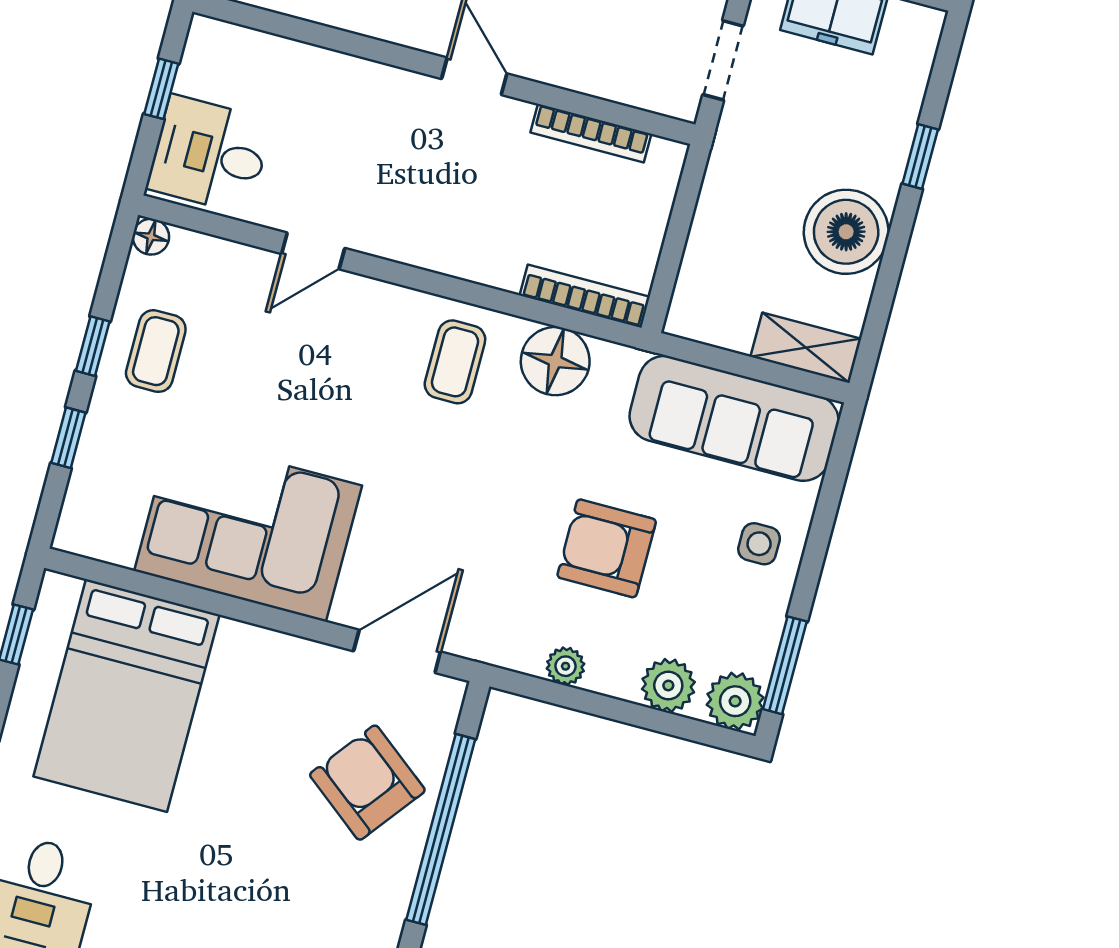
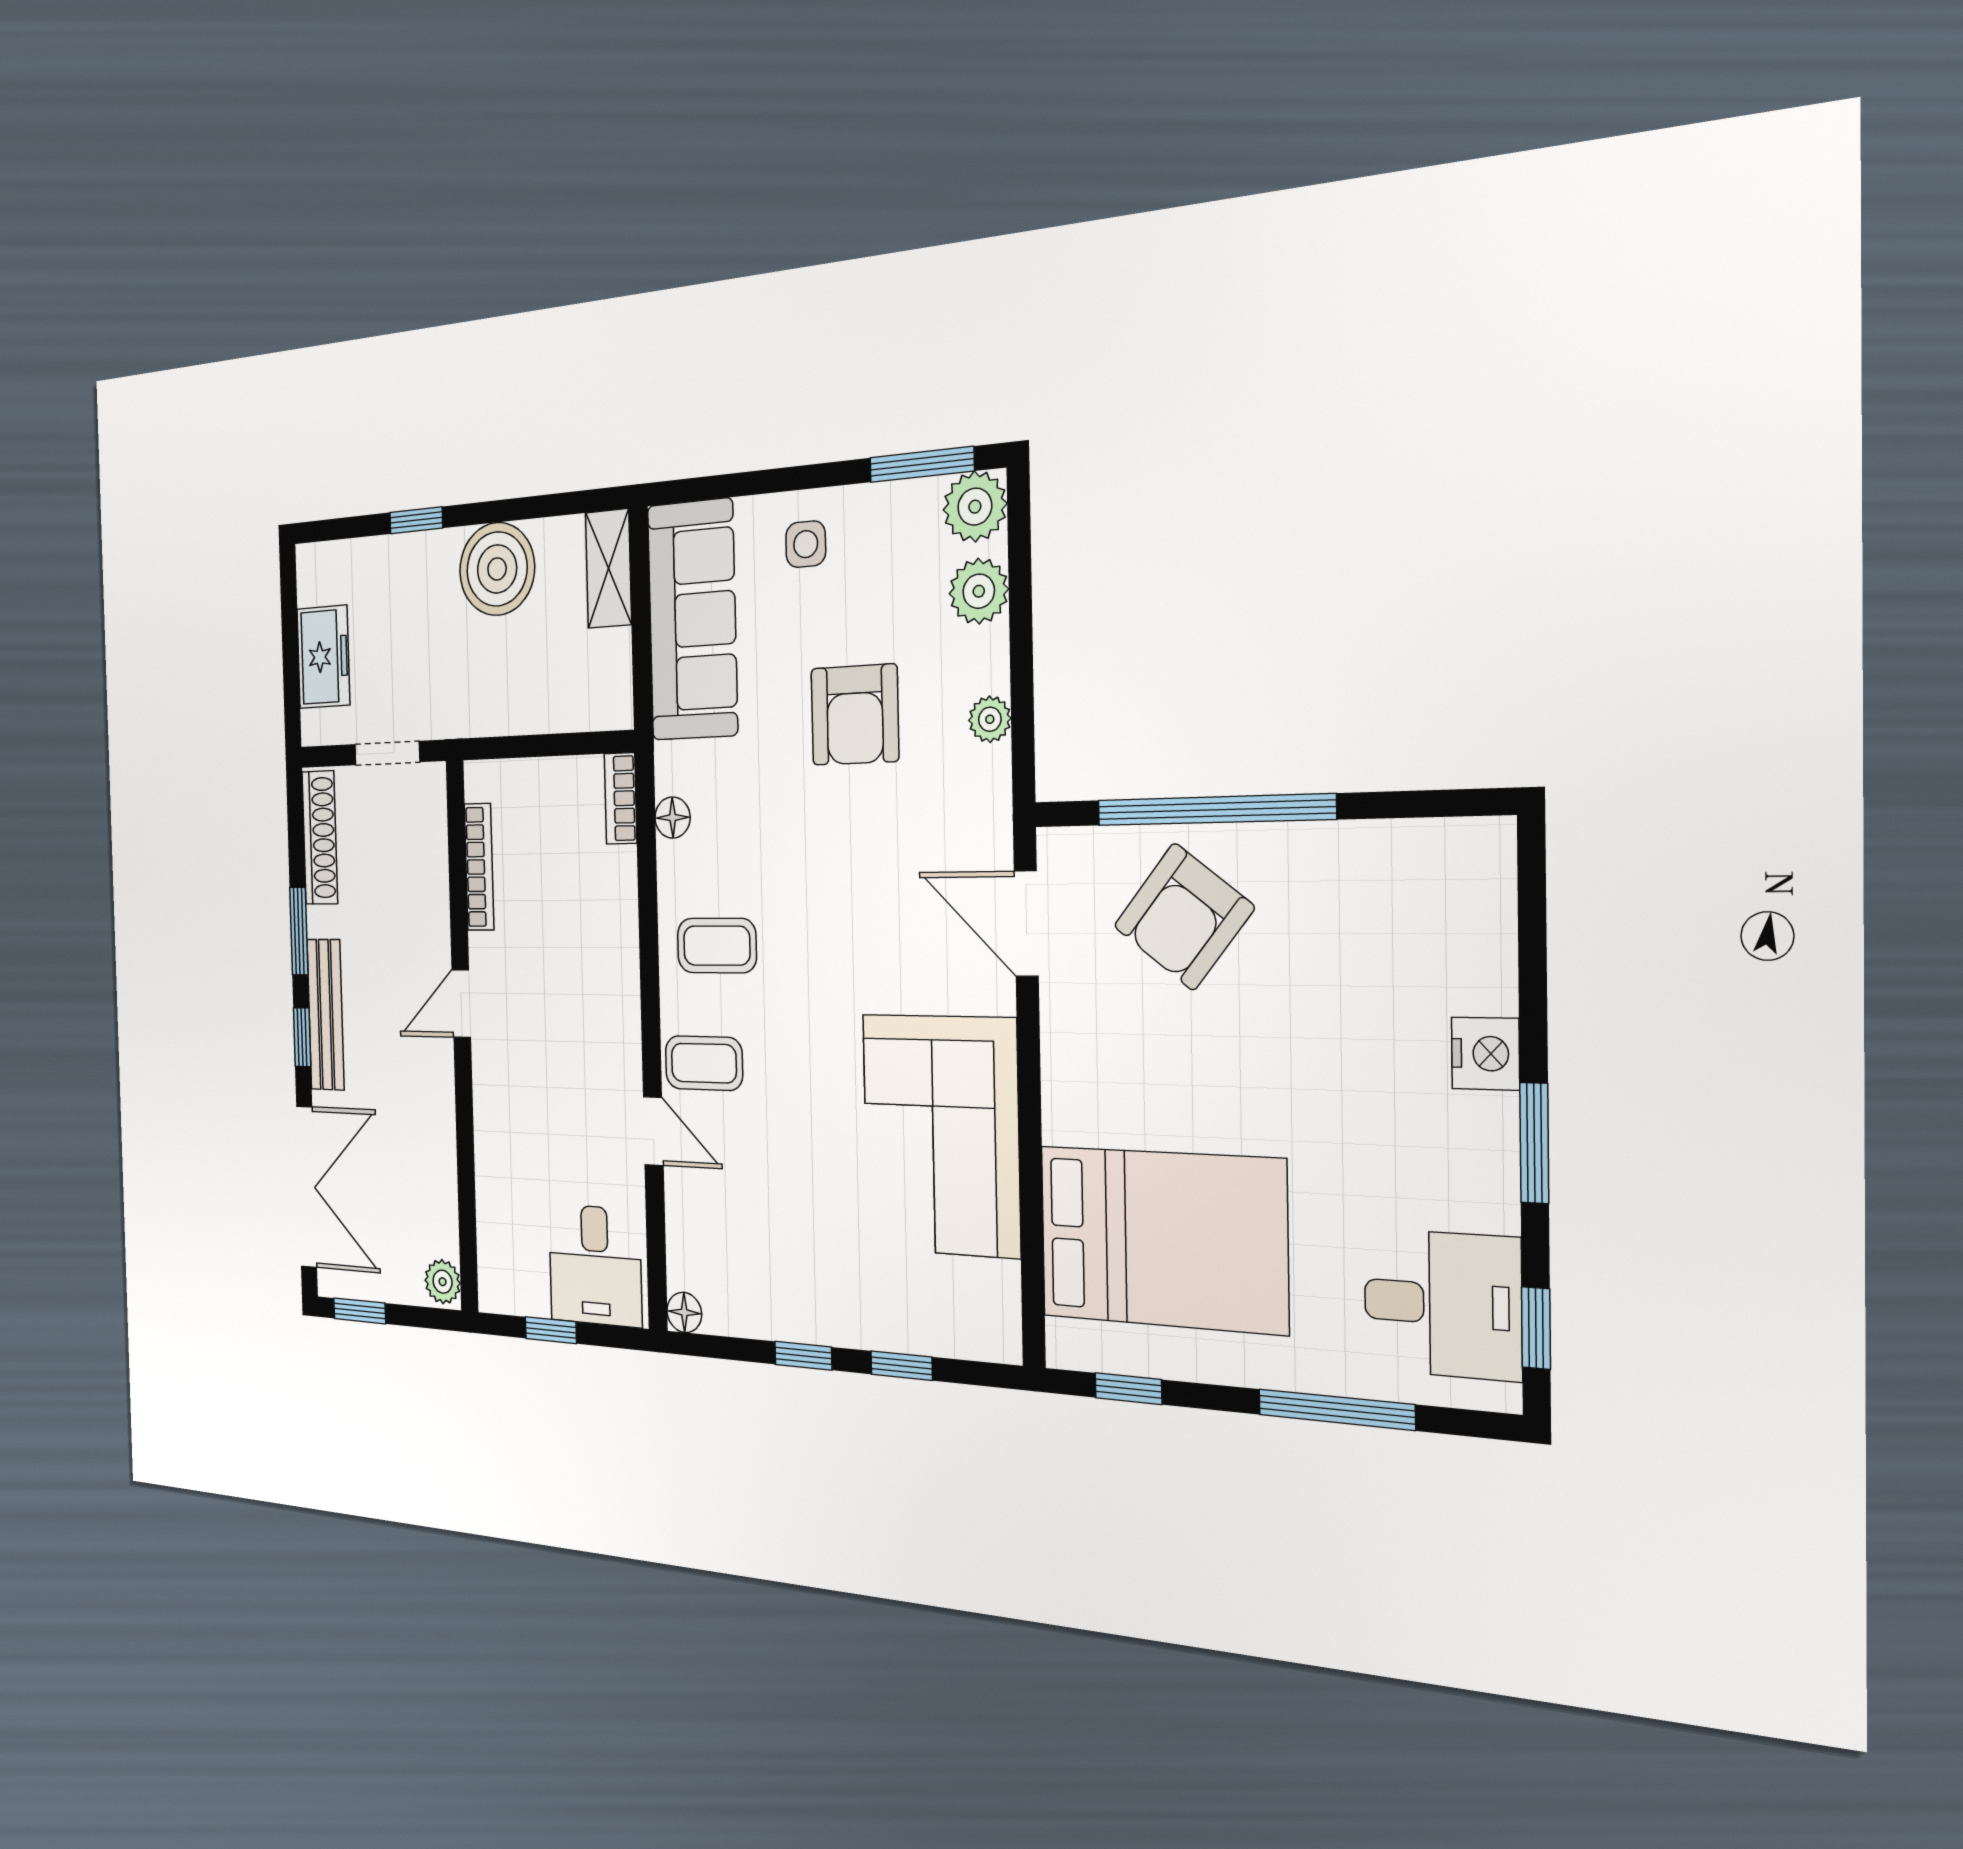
bookcase: (585, 296) -> (621, 798), width x0.64
coffee table: (156, 351) -> (704, 1063), moved
floor lamp: (555, 361) -> (673, 818), width x0.53, depth x0.53

